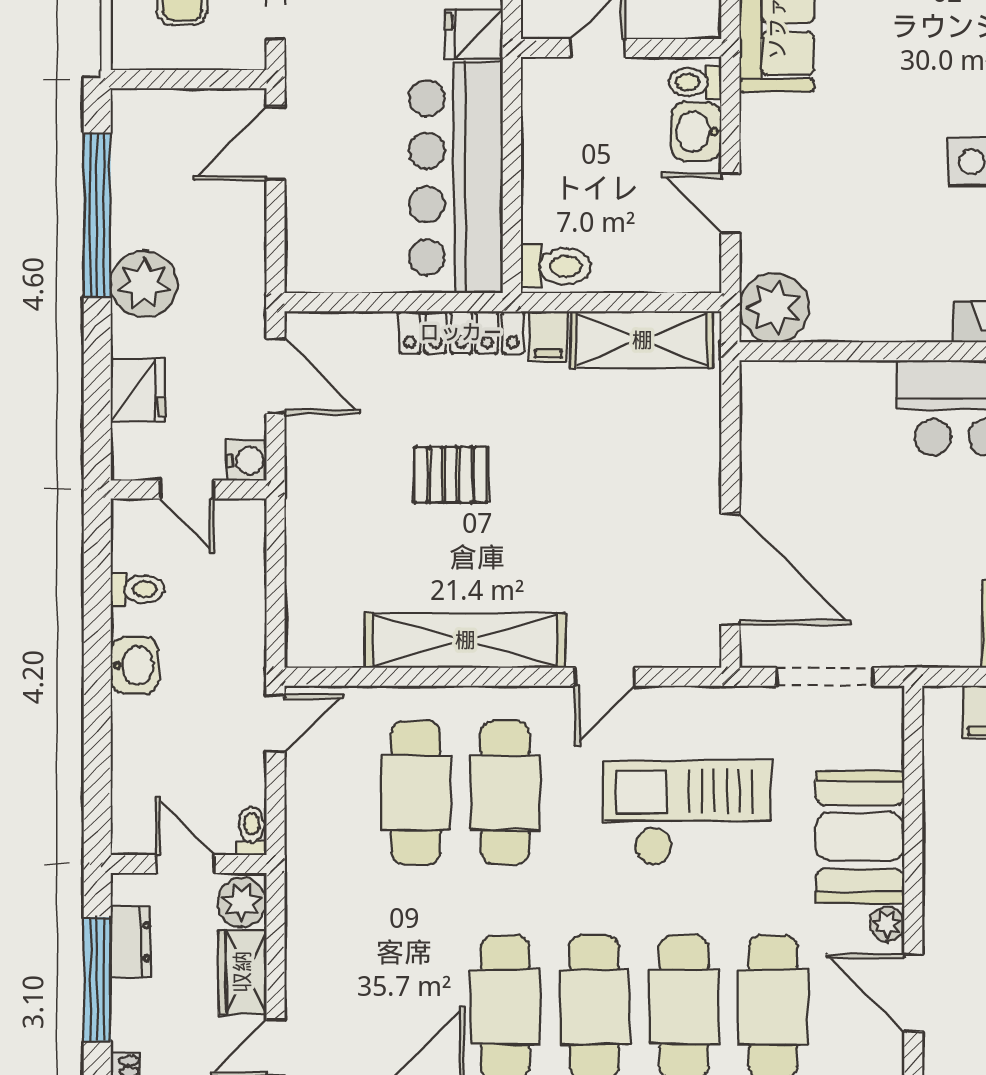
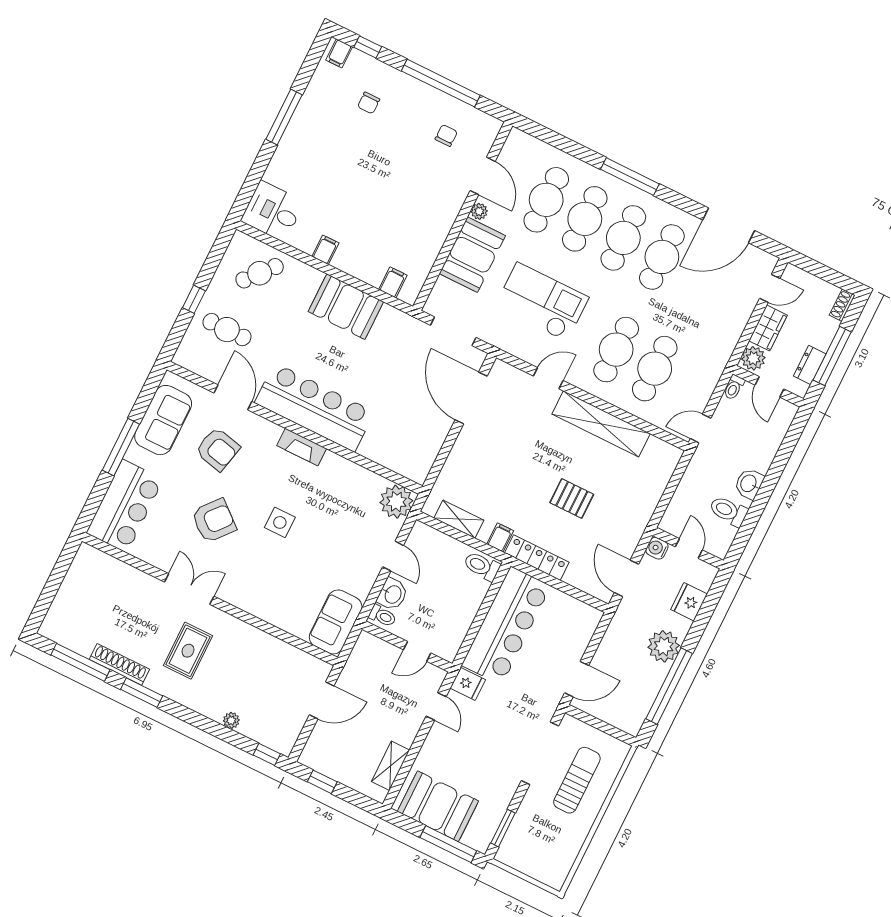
shelving: (642, 340) -> (459, 519), width x0.67, depth x0.75
toilet: (137, 589) -> (728, 511), width x1.37, depth x1.39
checkout: (687, 813) -> (542, 302), turned 180

